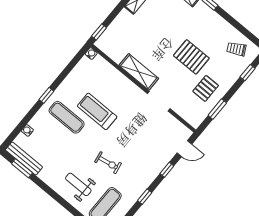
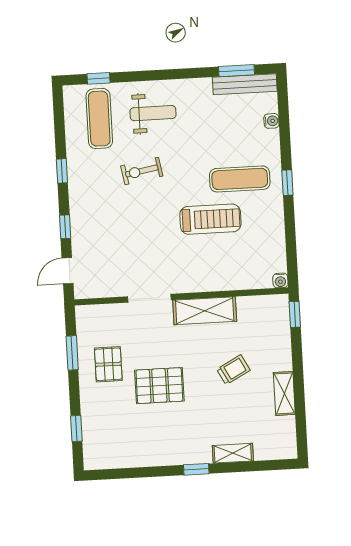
trolley: (236, 49) -> (233, 370), moved

